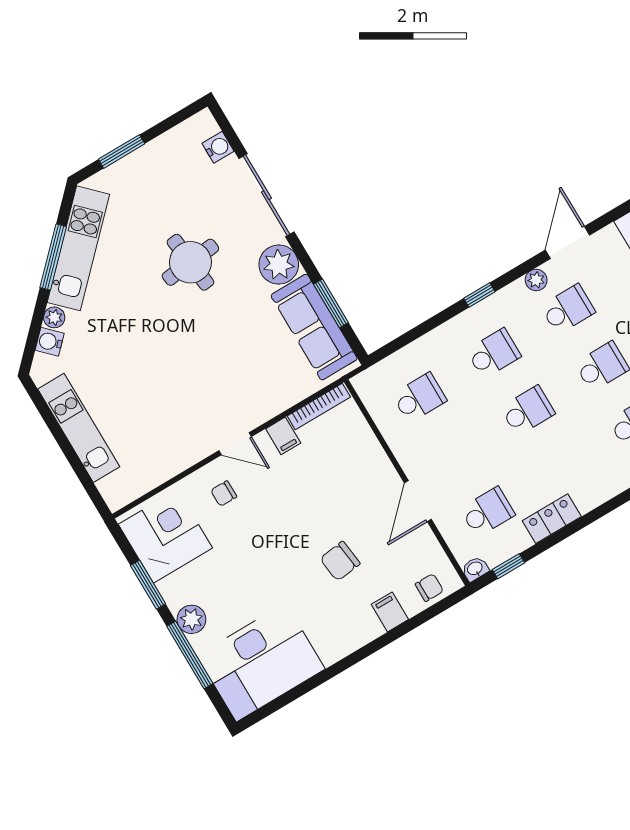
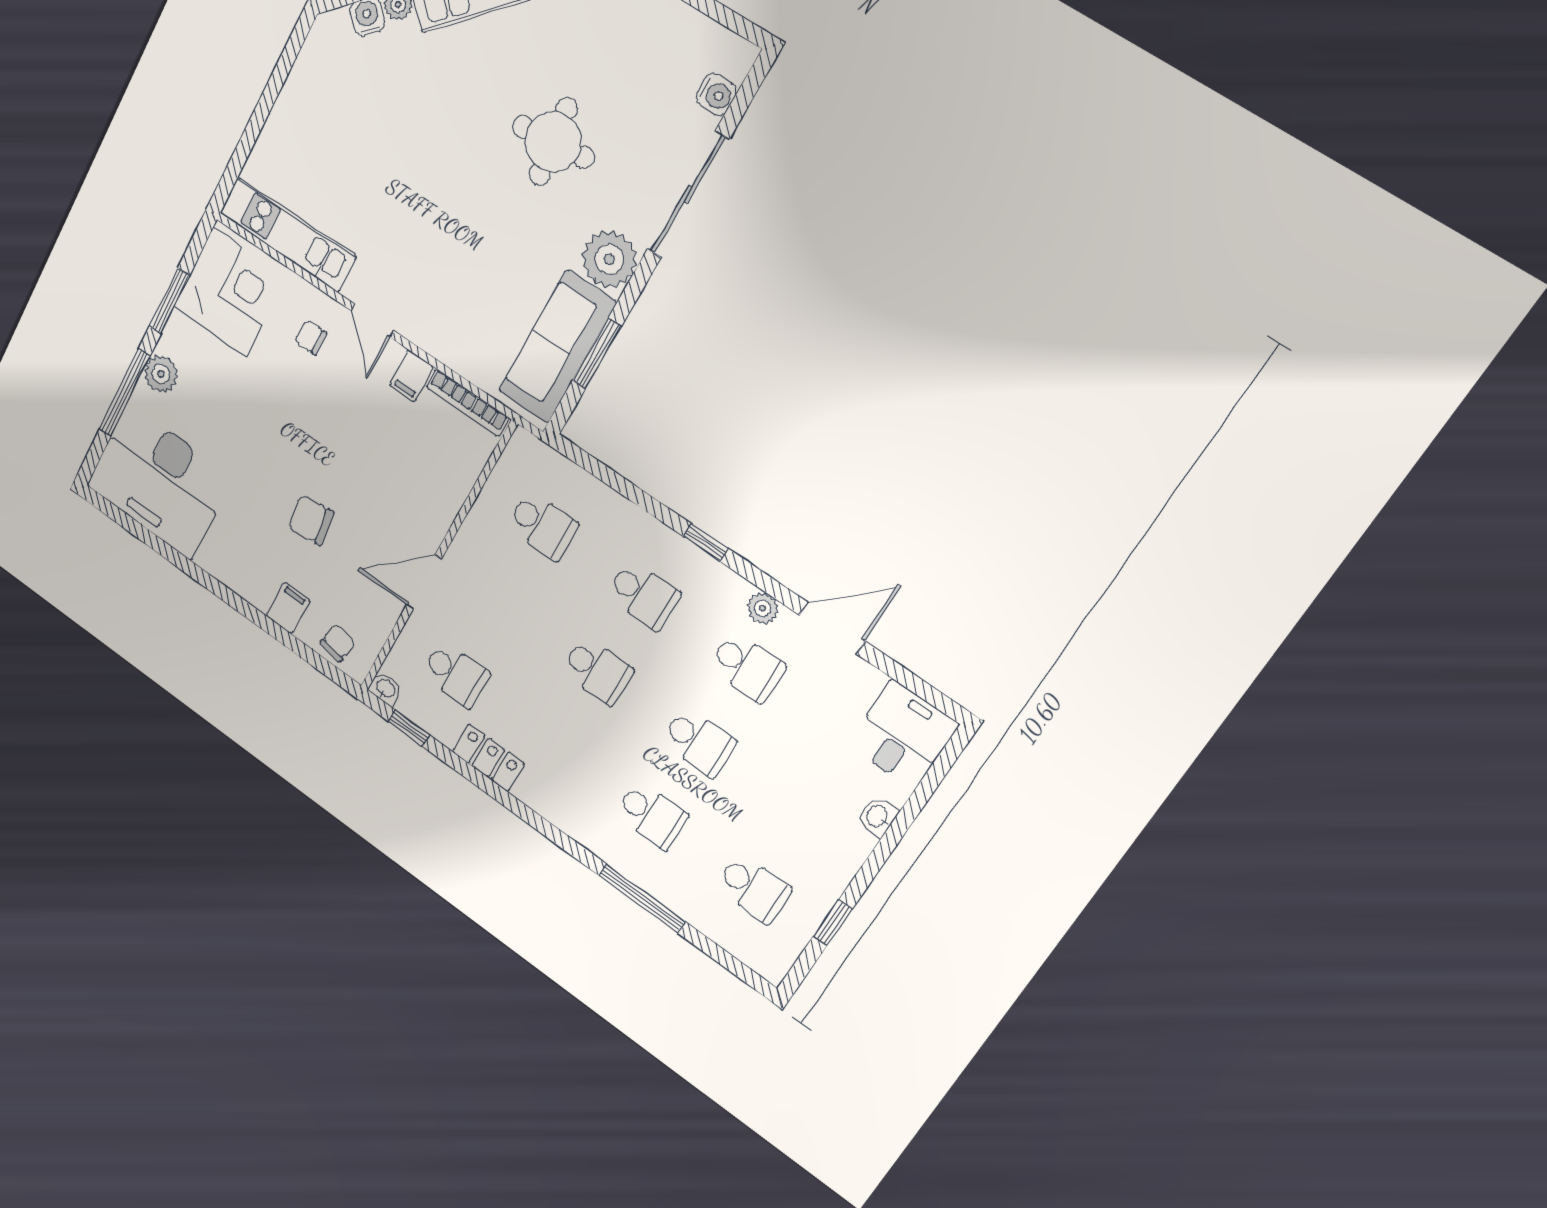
kitchen unit: (79, 428) -> (288, 234), moved, turned -90
chair: (429, 588) -> (338, 643), turned -80

